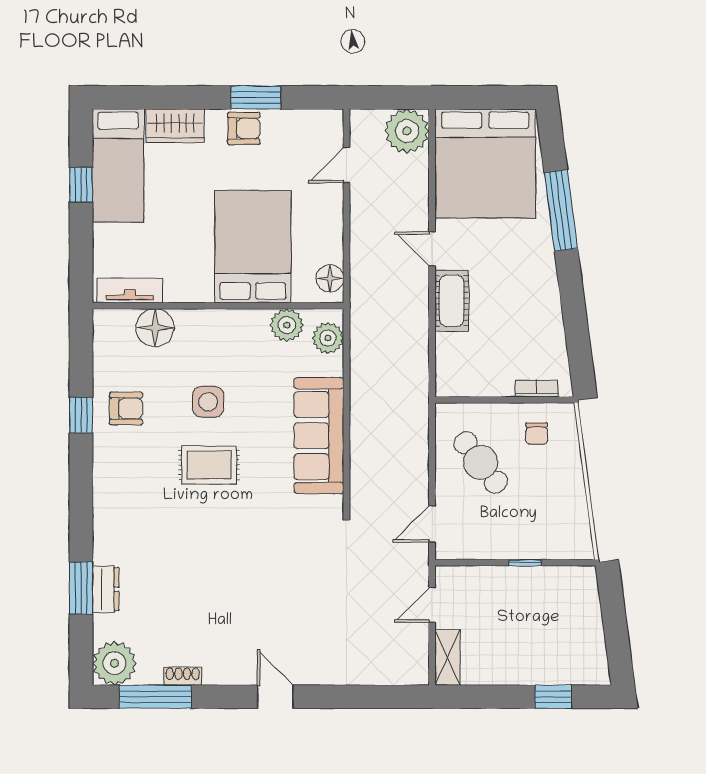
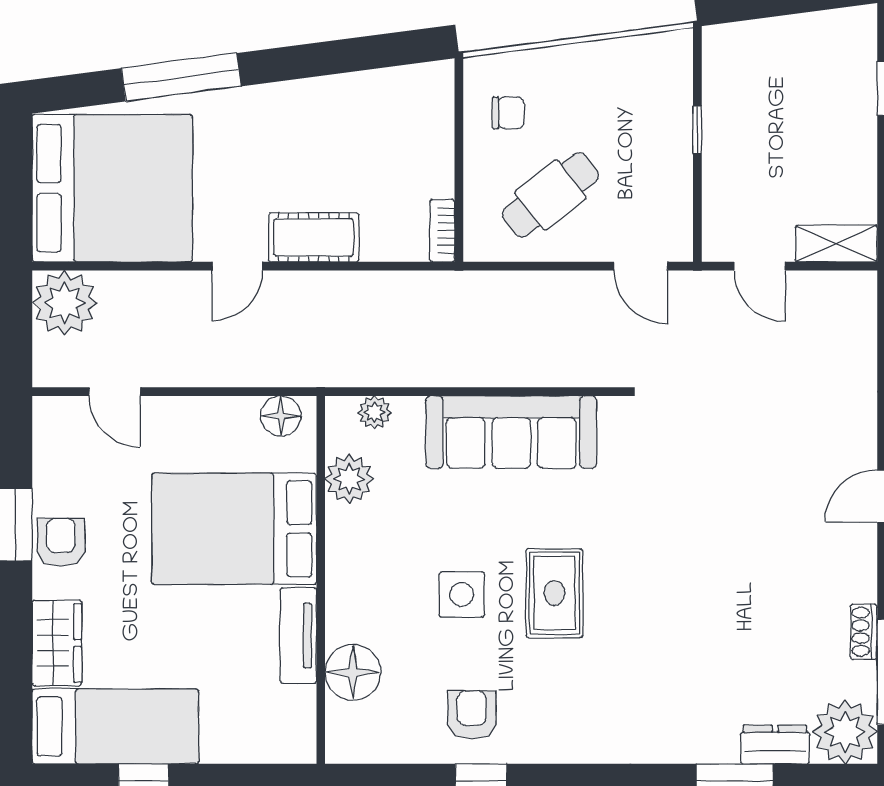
tv unit: (130, 290) -> (298, 636), moved
plant: (328, 338) -> (374, 412), width x0.73, depth x0.73
bookcase: (537, 388) -> (442, 231), moved
dresser: (106, 589) -> (775, 745), moved

